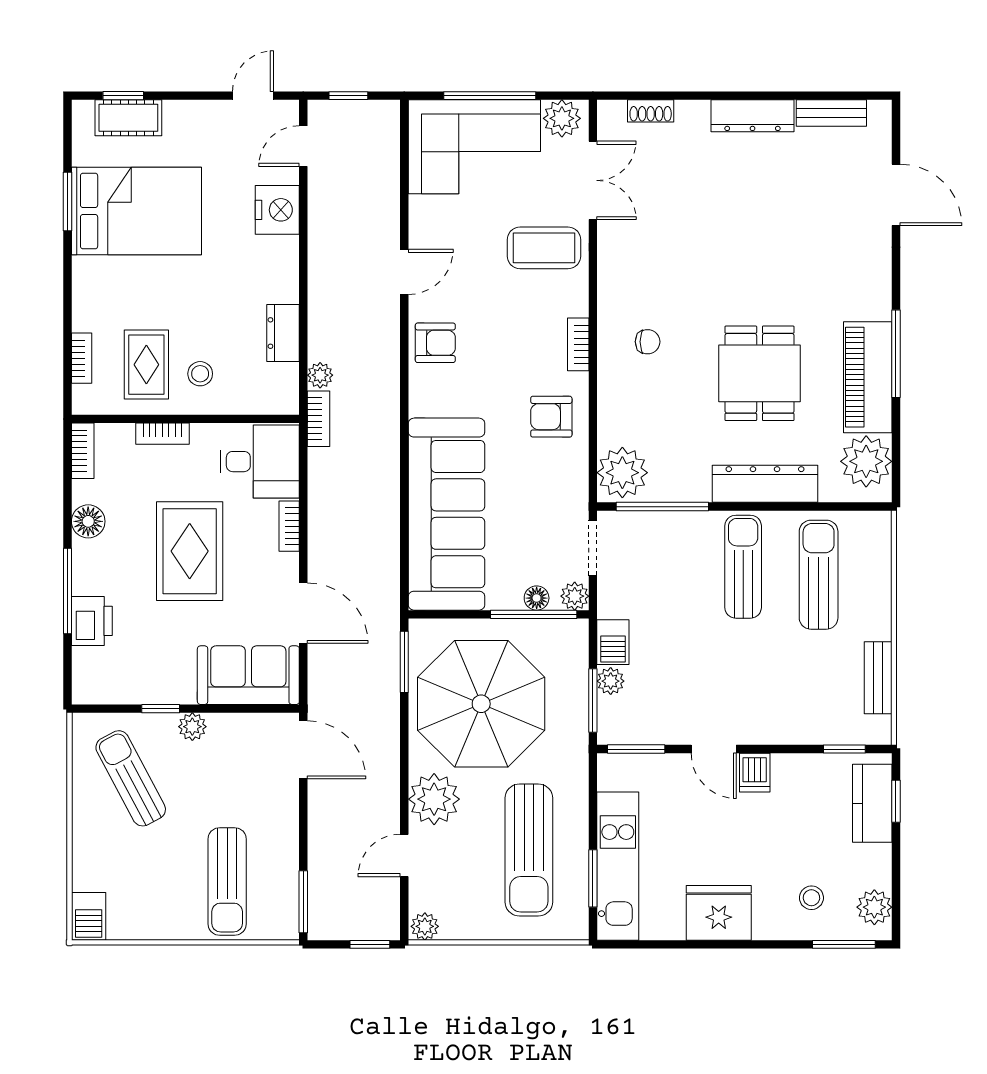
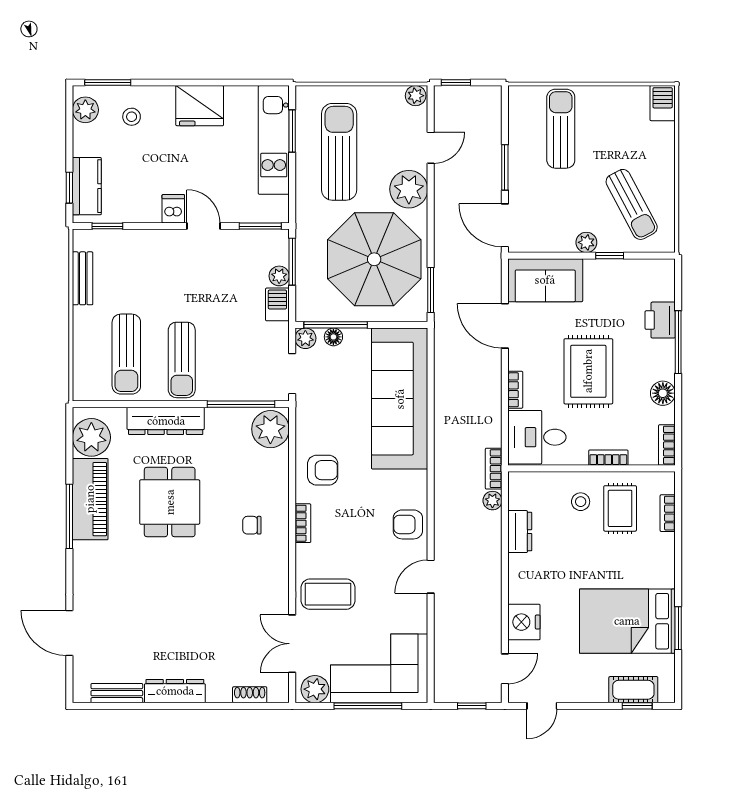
window: (303, 902) -> (505, 167), moved

